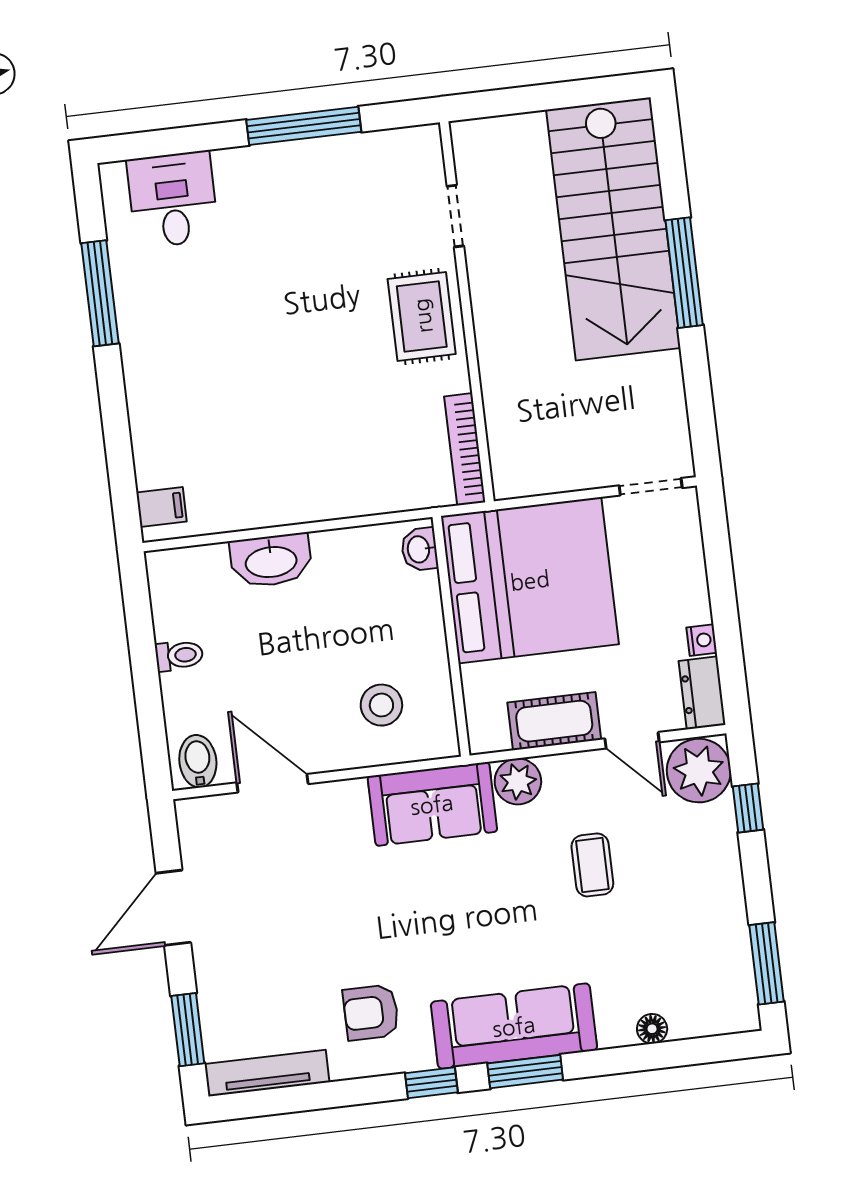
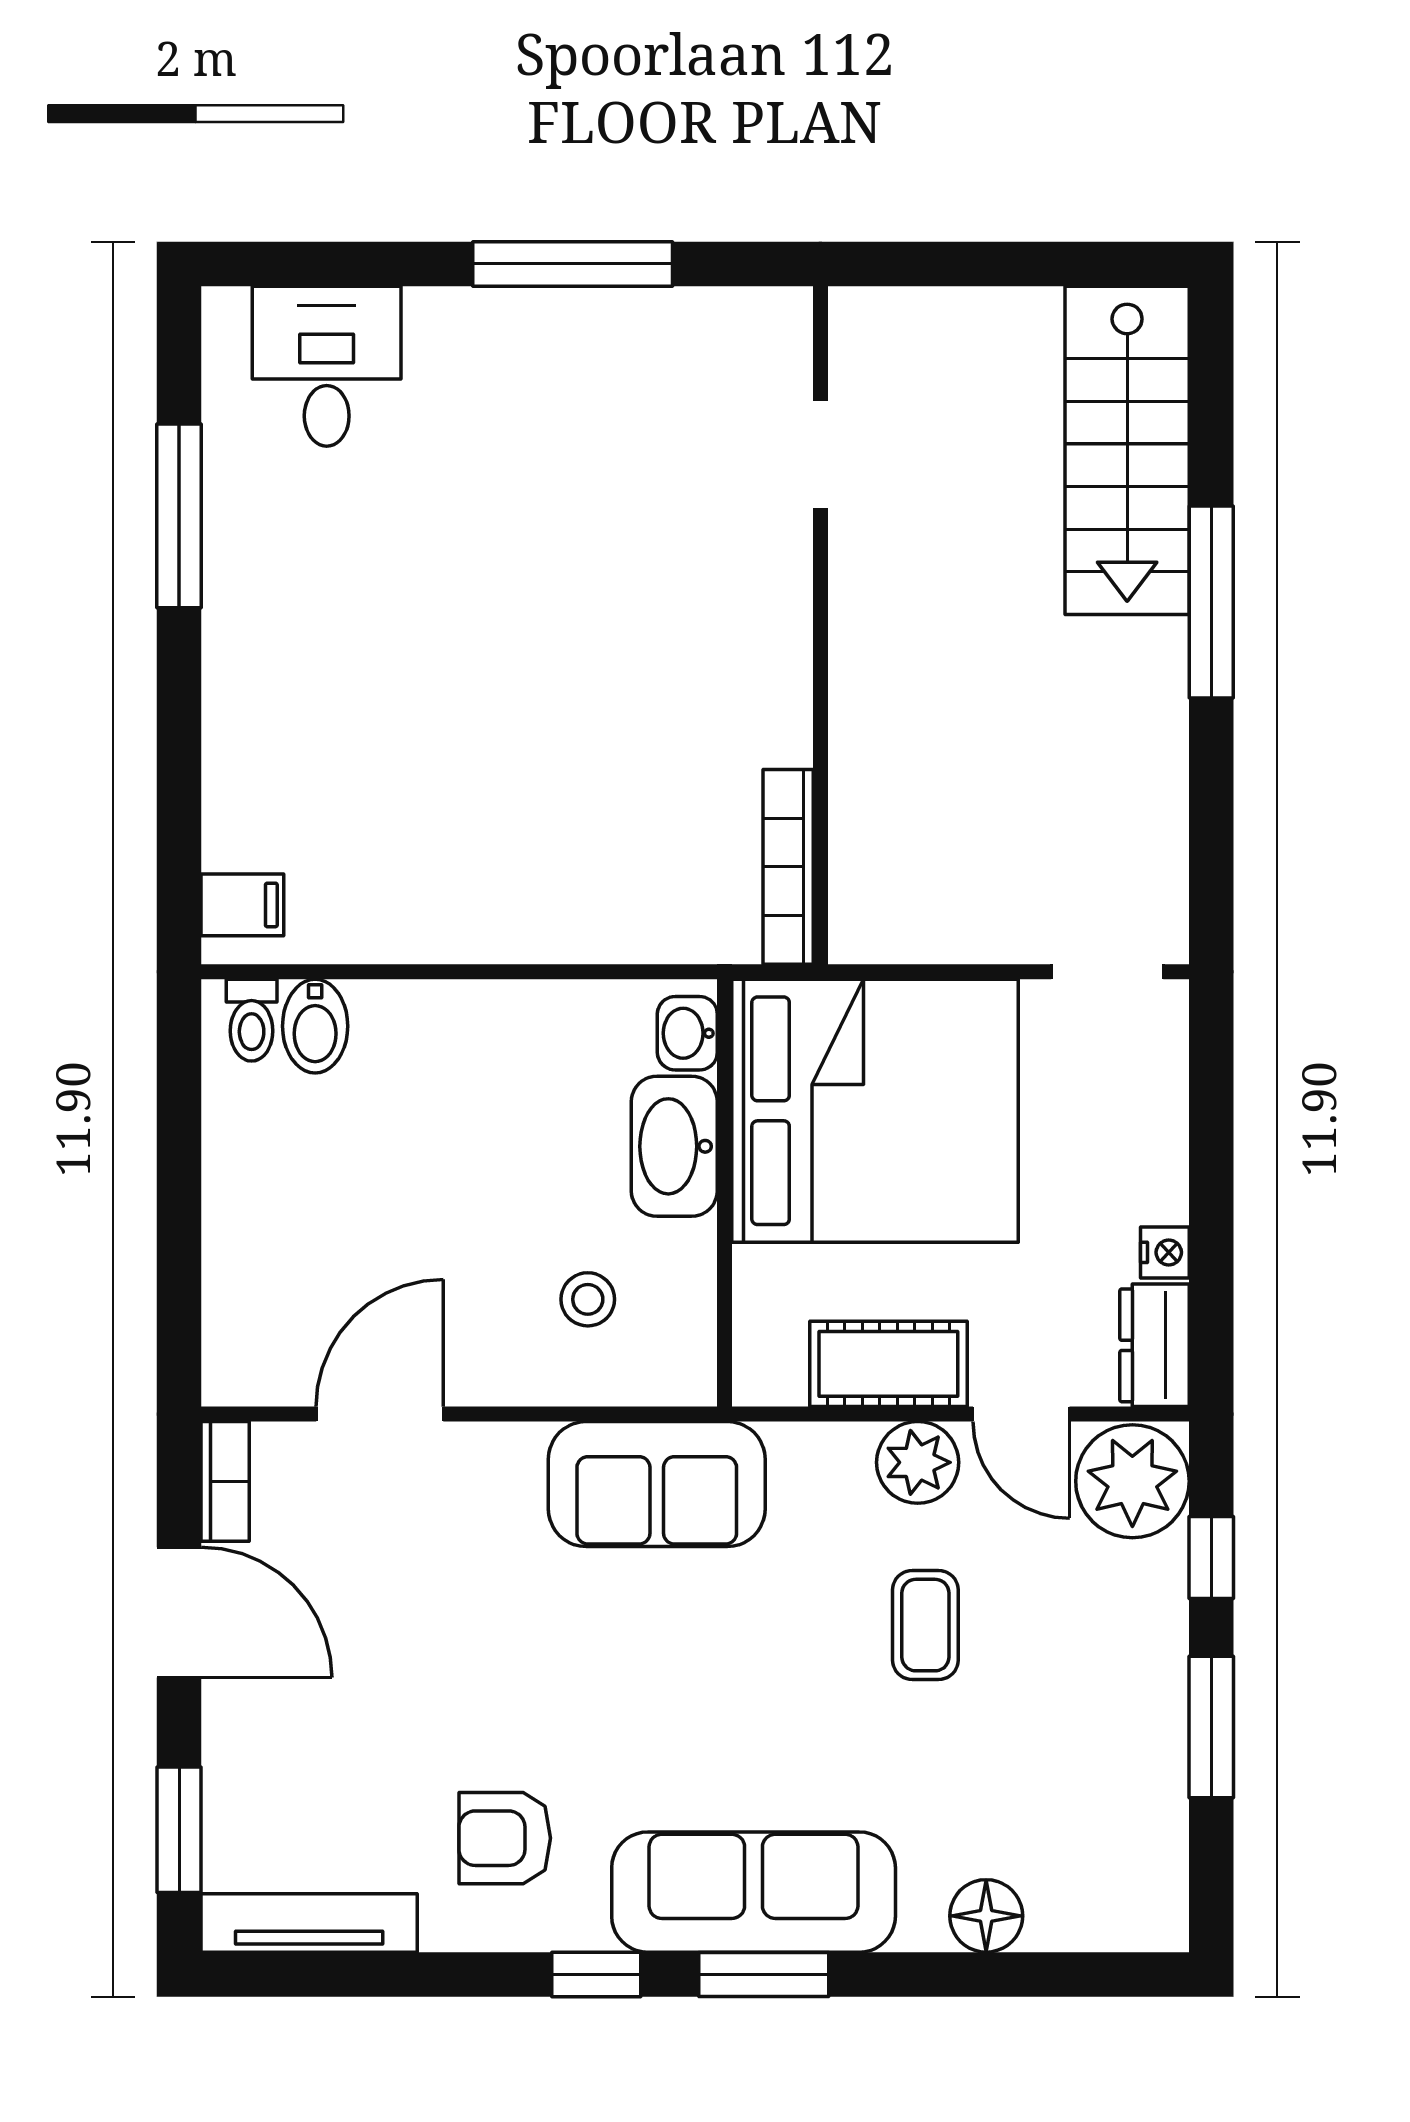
stairs: (613, 229) -> (1127, 450), width x0.73, depth x0.66
rug: (422, 316) -> (740, 624), removed
washbasin: (271, 561) -> (674, 1146), moved, turned 90
toilet: (179, 655) -> (252, 1020), moved, turned 90
stool: (381, 705) -> (588, 1299), width x0.73, depth x0.73
bidet: (198, 761) -> (315, 1026), moved, turned 180
plant: (518, 781) -> (918, 1462), moved
door: (273, 783) -> (380, 1414), hinge flipped
bookcase: (190, 831) -> (225, 1481), added
door: (173, 908) -> (179, 1612), swing flipped
window: (767, 963) -> (1211, 1727), moved
floor lamp: (652, 1029) -> (986, 1916), width x1.37, depth x1.37

